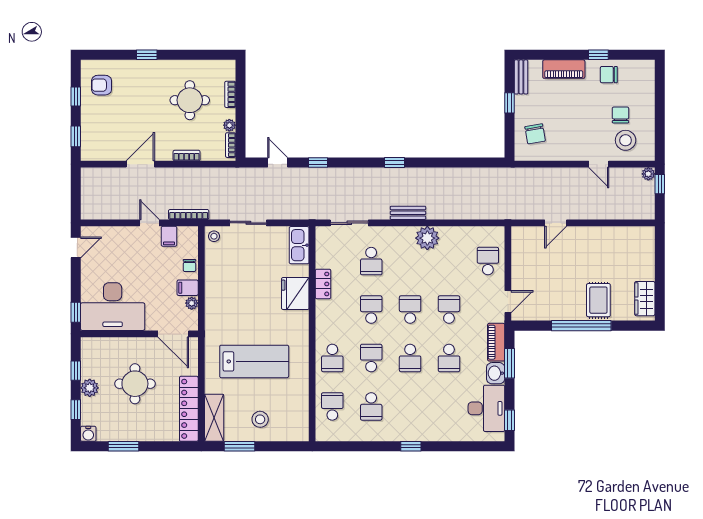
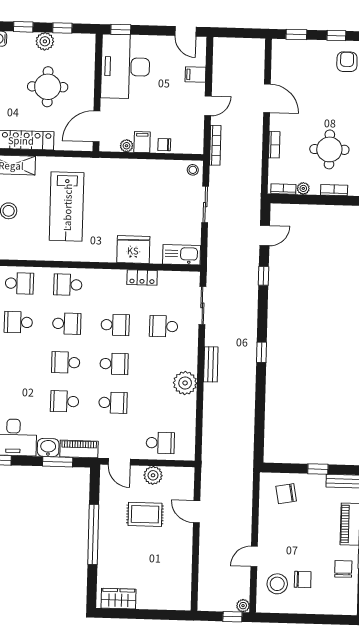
filing cabinet: (169, 236) -> (195, 75), moved
plant: (521, 268) -> (153, 475), added
rug: (598, 300) -> (145, 514), moved

